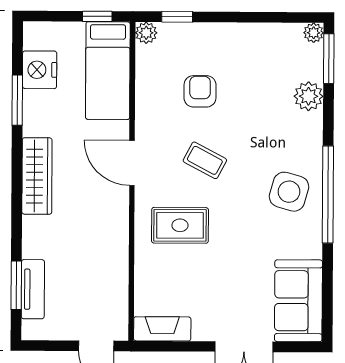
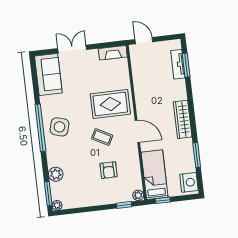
nightstand: (40, 70) -> (189, 182), moved
rug: (180, 225) -> (110, 104), width x1.36, depth x1.43

